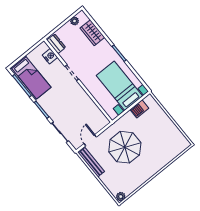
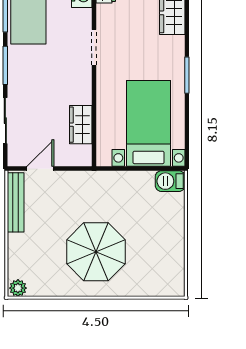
wardrobe: (92, 109) -> (81, 125), added
barbecue: (139, 109) -> (170, 181), moved
parasol: (125, 147) -> (96, 252), moved

